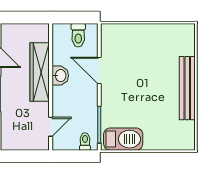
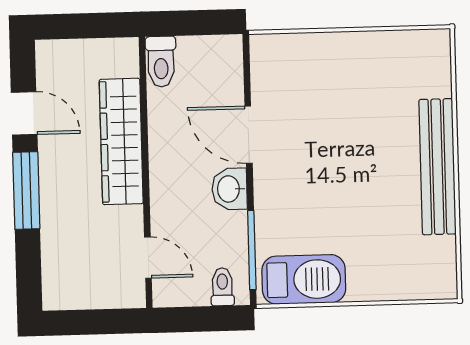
toilet: (78, 35) -> (161, 62), moved
washbasin: (60, 76) -> (229, 189), moved, turned 180
door: (51, 127) -> (148, 258), hinge flipped

